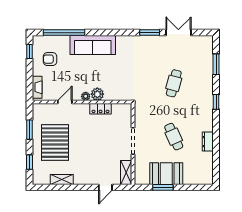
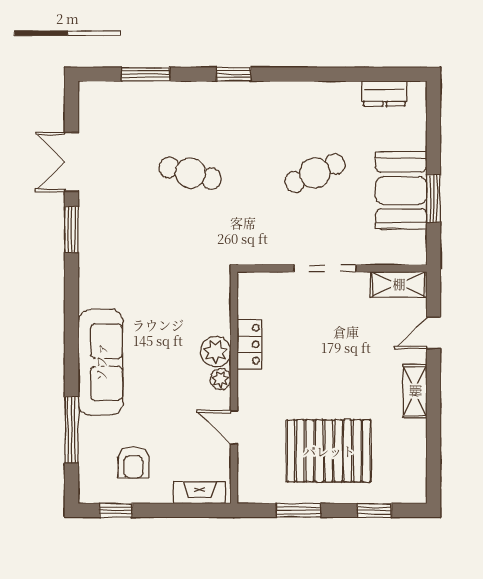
window: (64, 33) -> (72, 430), width x0.68
dresser: (208, 142) -> (385, 93), moved
shelving: (62, 179) -> (415, 391), moved
door: (105, 187) -> (433, 333), swing flipped

